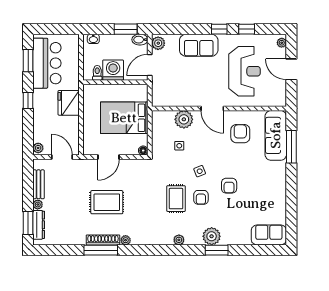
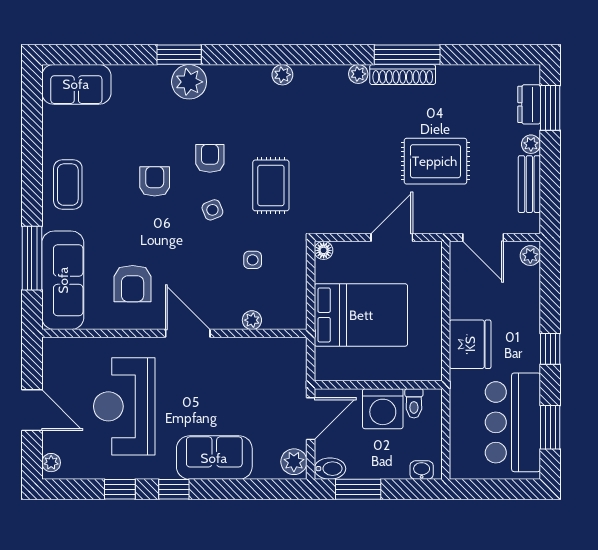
plant: (184, 119) -> (252, 320), width x0.53, depth x0.53
coffee table: (273, 184) -> (68, 185), added
rug: (176, 199) -> (271, 185), moved
rug: (107, 202) -> (435, 161), moved
dresser: (39, 225) -> (529, 104), width x0.70
plant: (179, 240) -> (282, 75), moved

